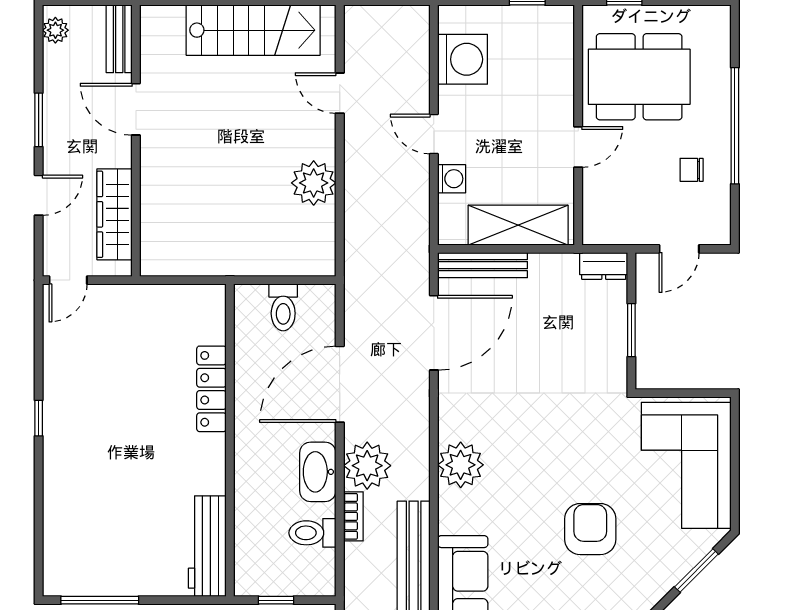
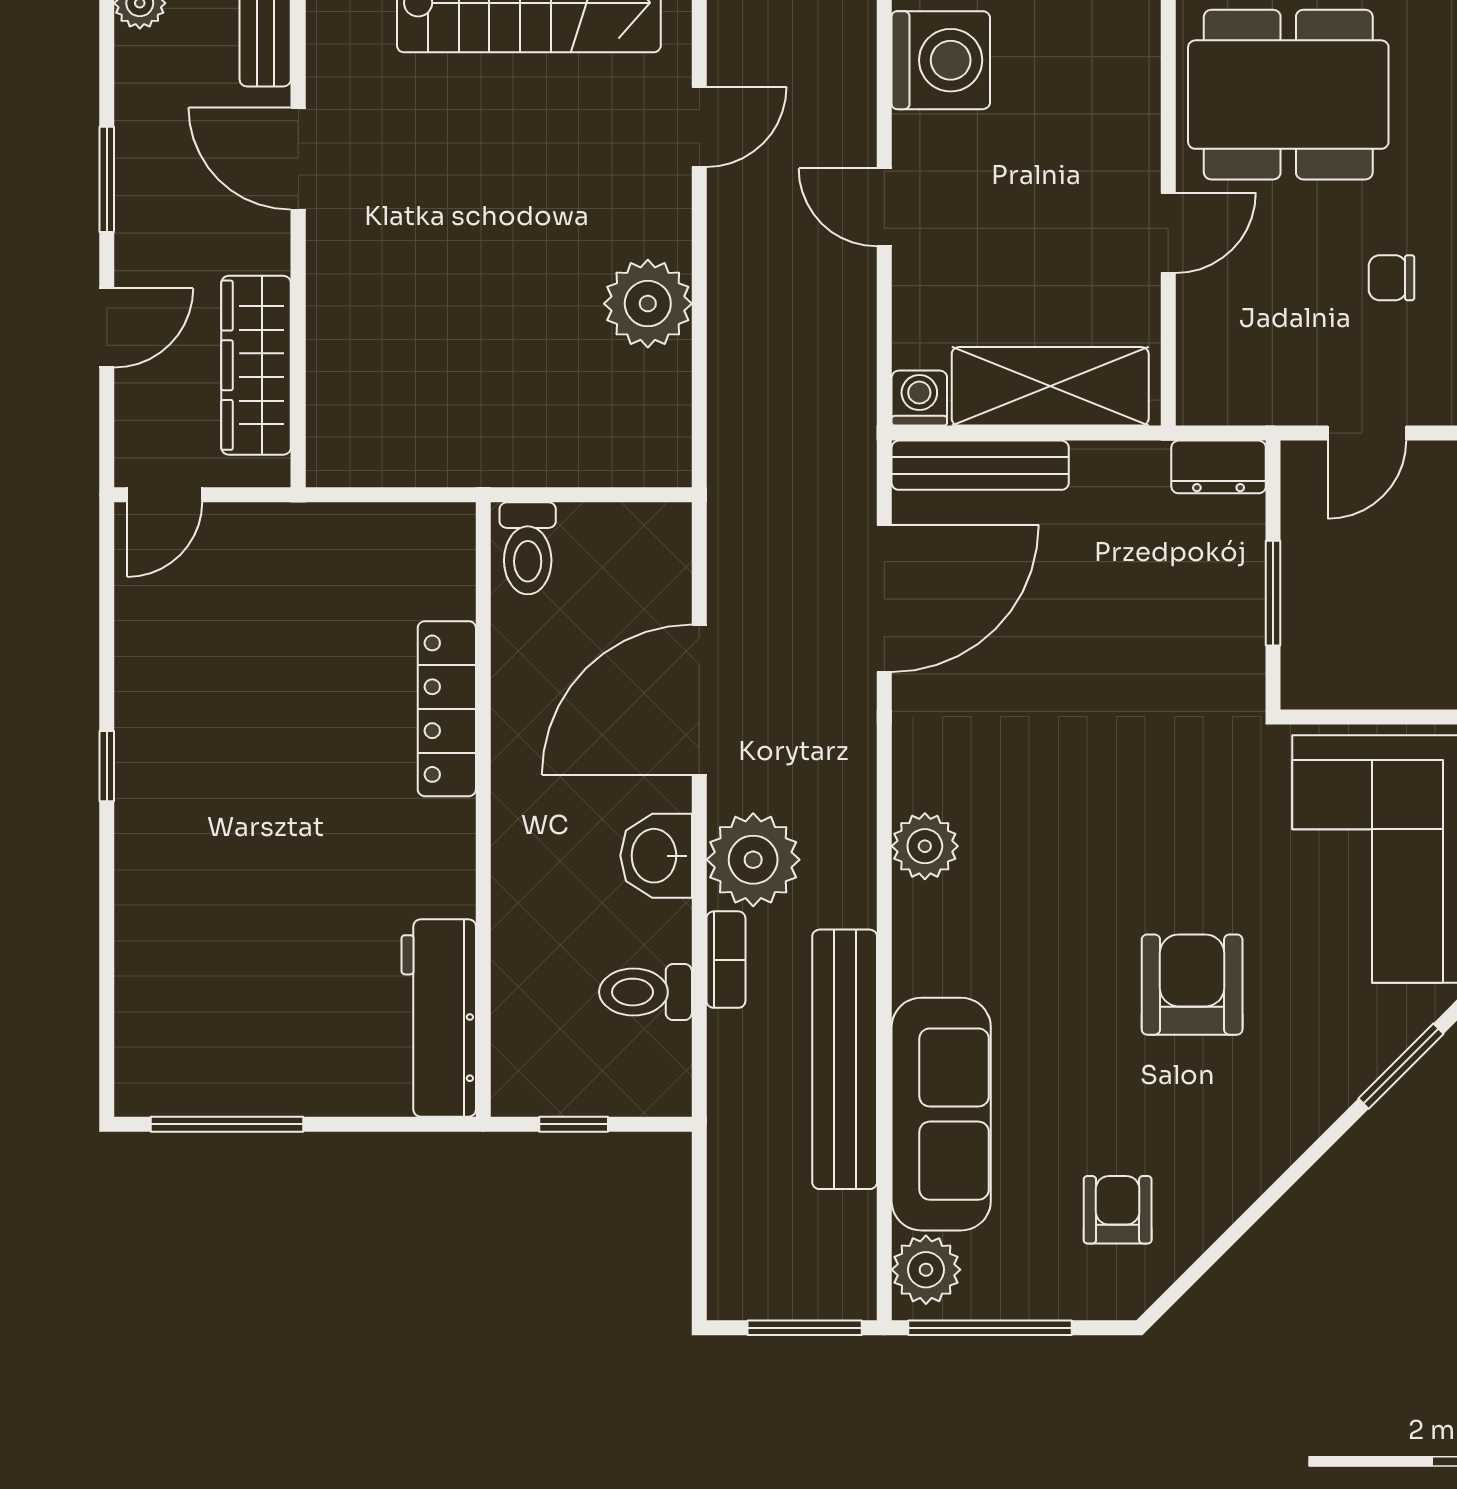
door: (340, 93) -> (699, 127), swing flipped
washing machine: (452, 179) -> (919, 398), moved, turned -90
toilet: (283, 307) -> (528, 548), moved
plant: (461, 465) -> (925, 846), width x0.73, depth x0.73
washbasin: (318, 472) -> (656, 856), width x0.72

